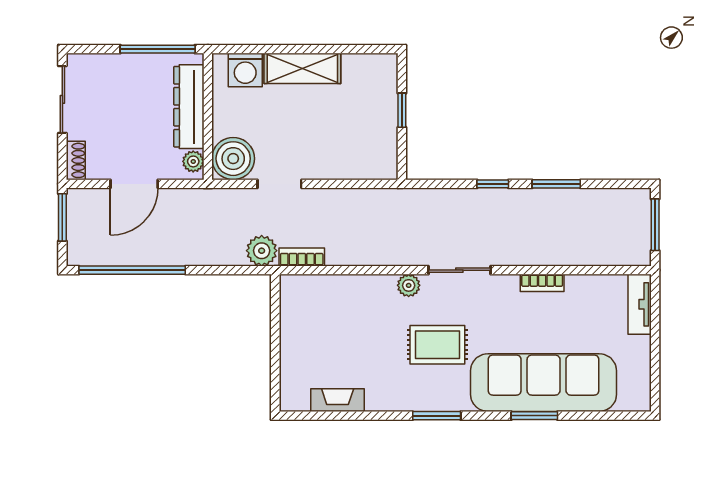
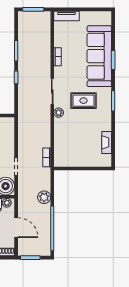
plant: (262, 251) -> (44, 197), moved
rug: (437, 345) -> (83, 101), turned 90

